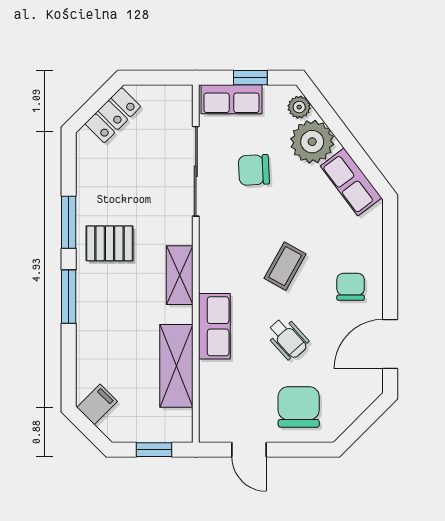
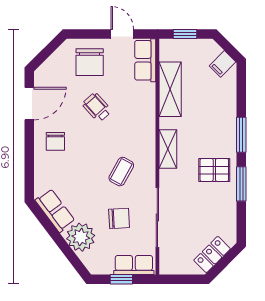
plant: (299, 107) -> (89, 260), removed
coffee table: (285, 266) -> (121, 172), moved
row of seats: (214, 326) -> (145, 60), moved

